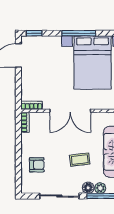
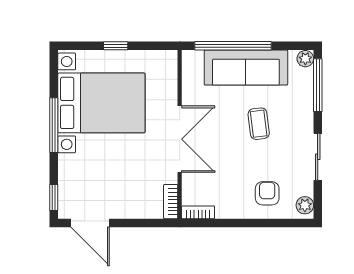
floor lamp: (88, 188) -> (304, 110), removed
plant: (100, 188) -> (305, 205), moved
sliding door: (59, 196) -> (318, 157), width x0.73

